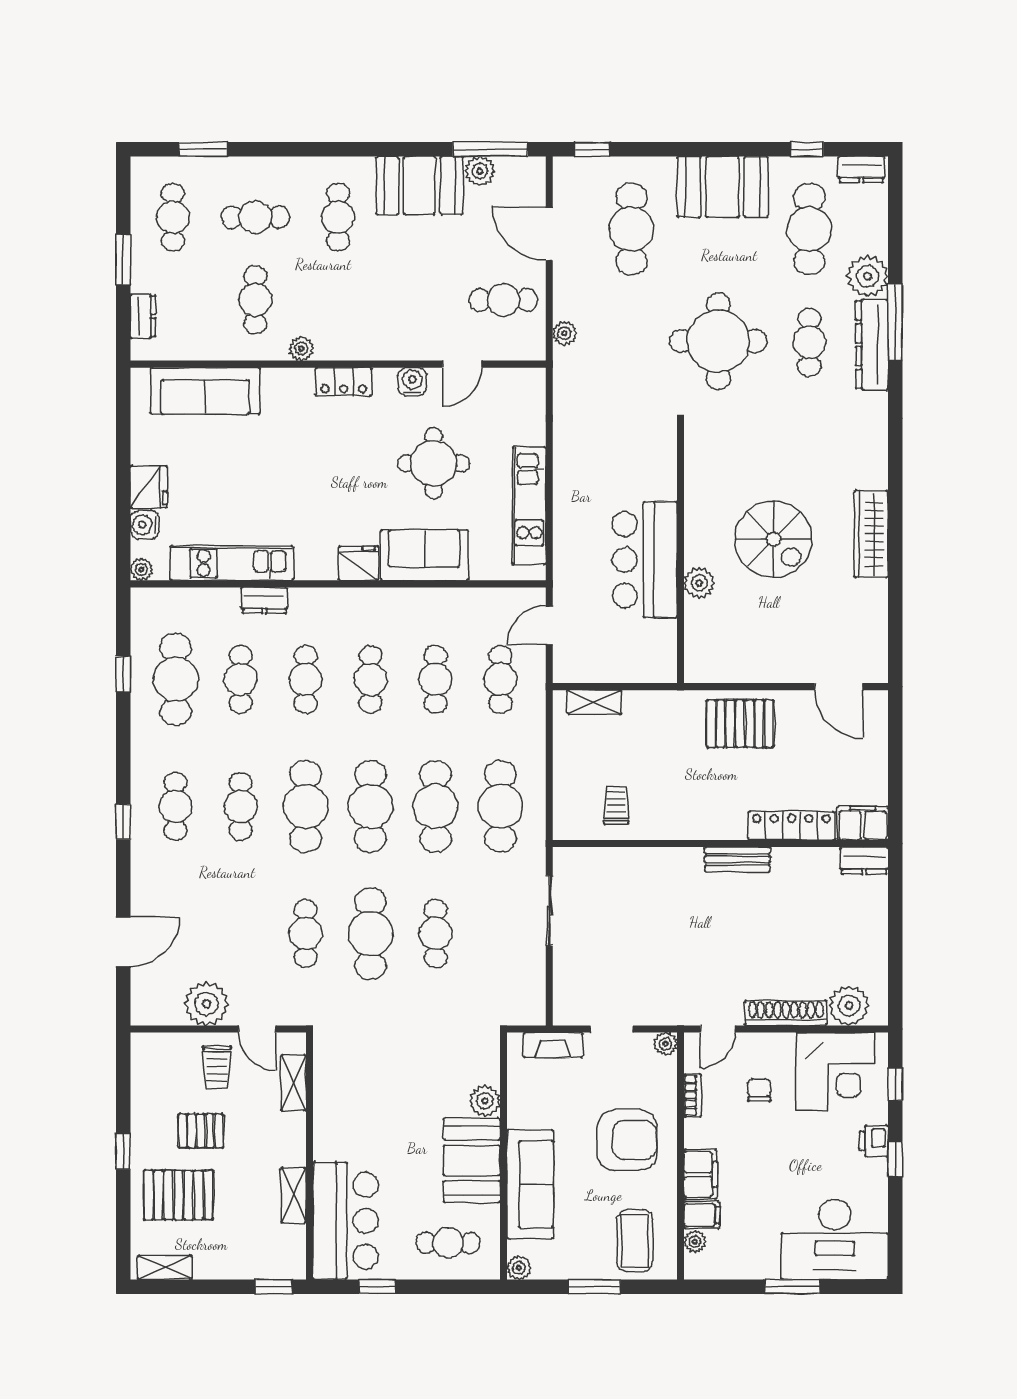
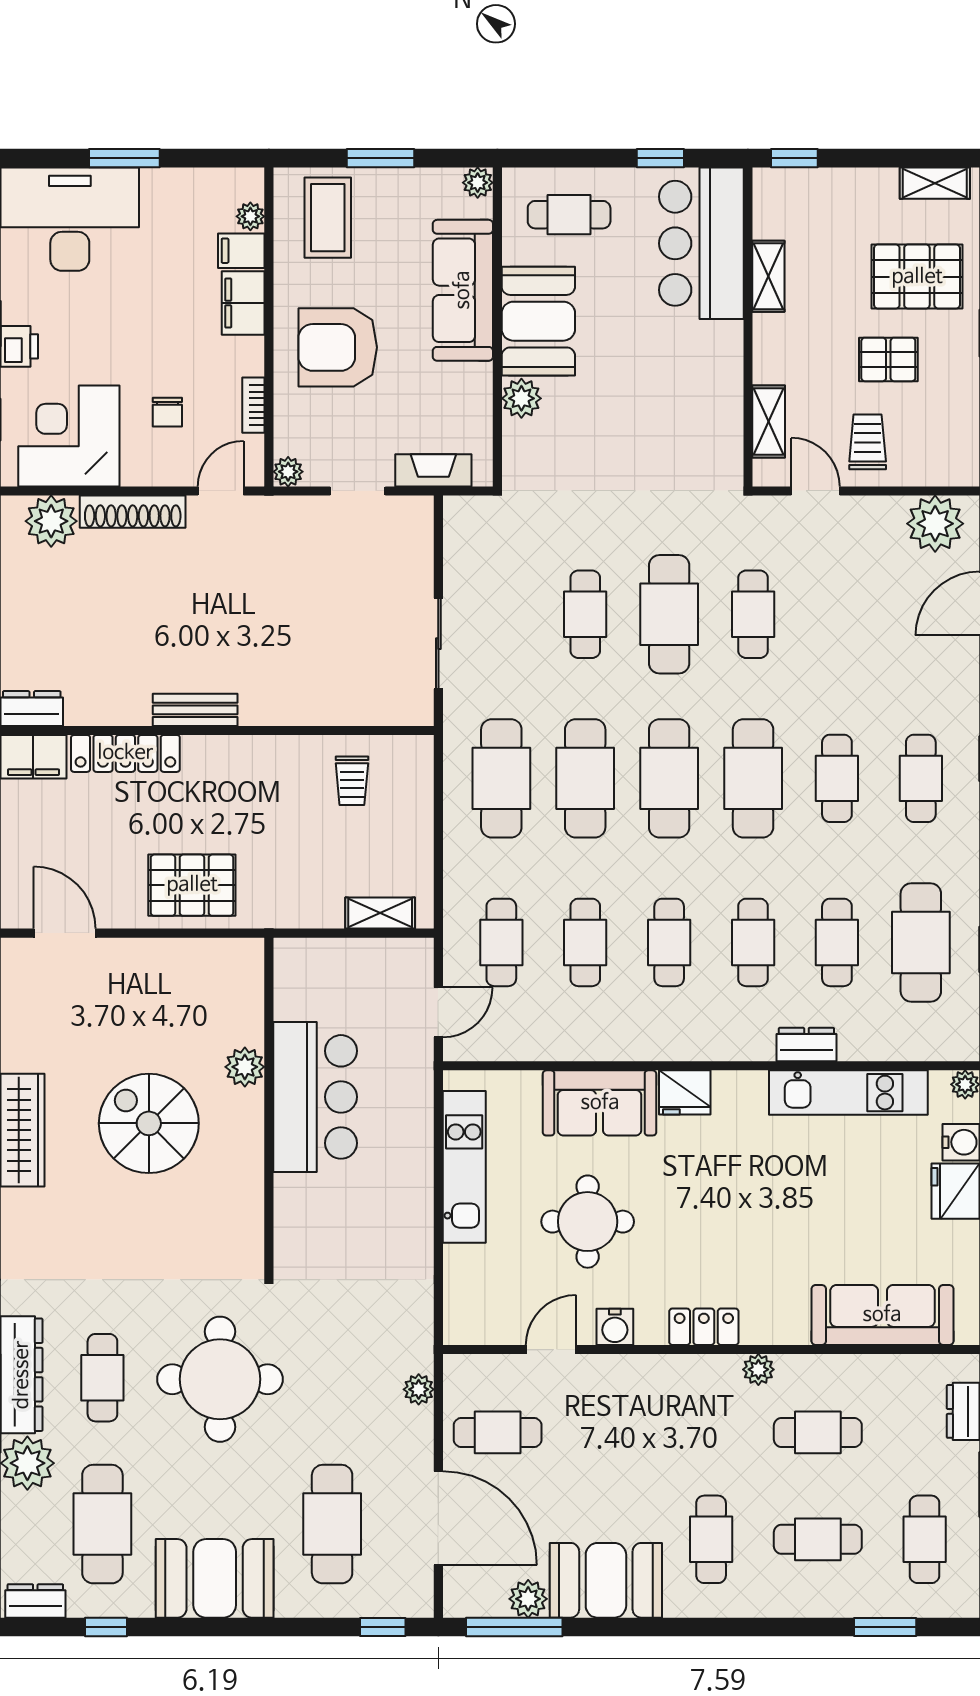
door: (549, 234) -> (438, 1518), width x1.36
cafe table: (255, 300) -> (818, 1432), turned 90
plant: (206, 1004) -> (935, 524), moved

